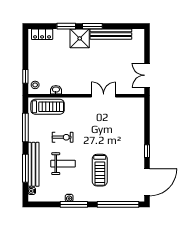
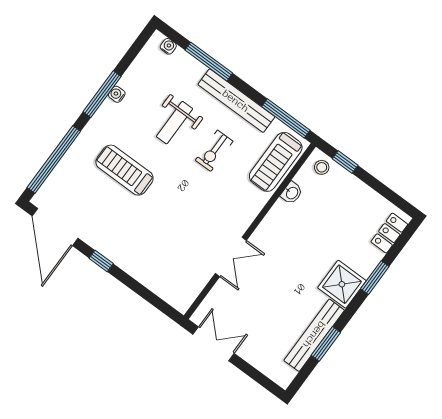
window: (92, 26) -> (326, 344), moved
window: (25, 128) -> (286, 118), moved
bench: (34, 164) -> (236, 101), moved

